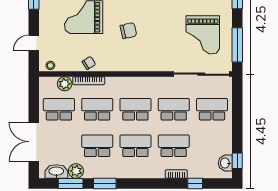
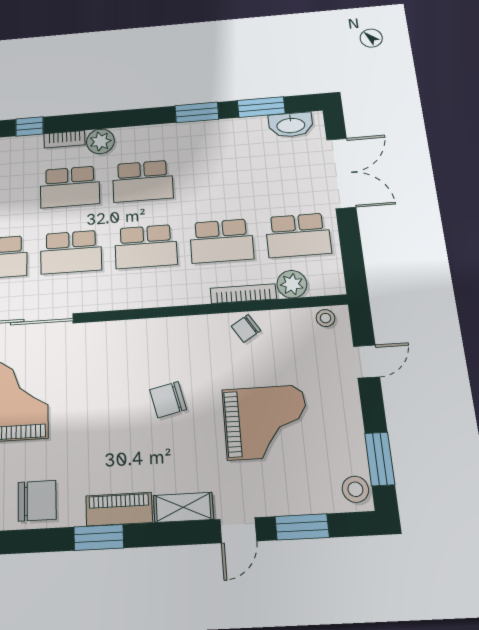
school desk: (97, 146) -> (216, 175), removed
plant: (76, 171) -> (100, 141), moved

